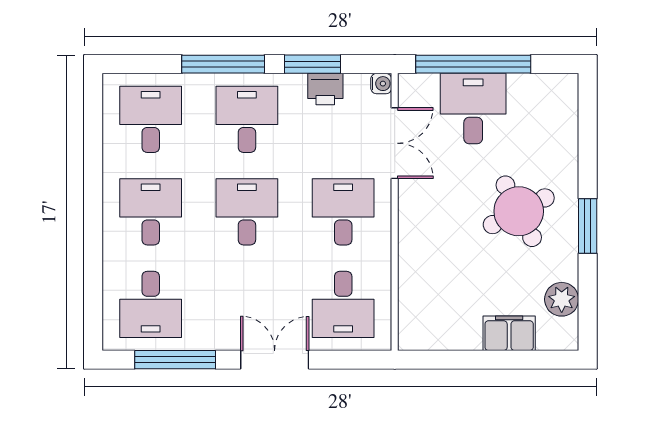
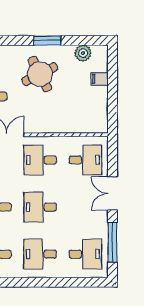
filing cabinet: (509, 333) -> (100, 79), width x0.50

